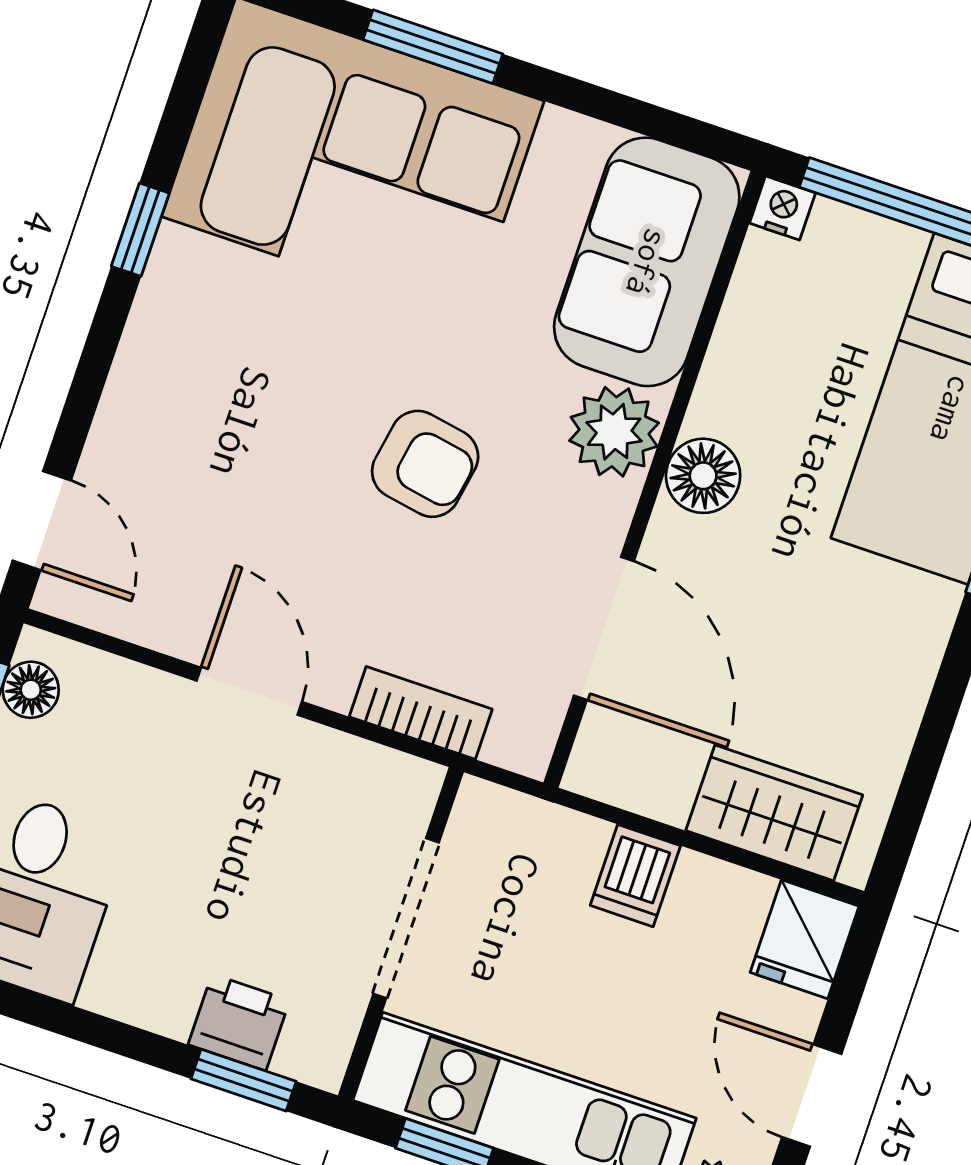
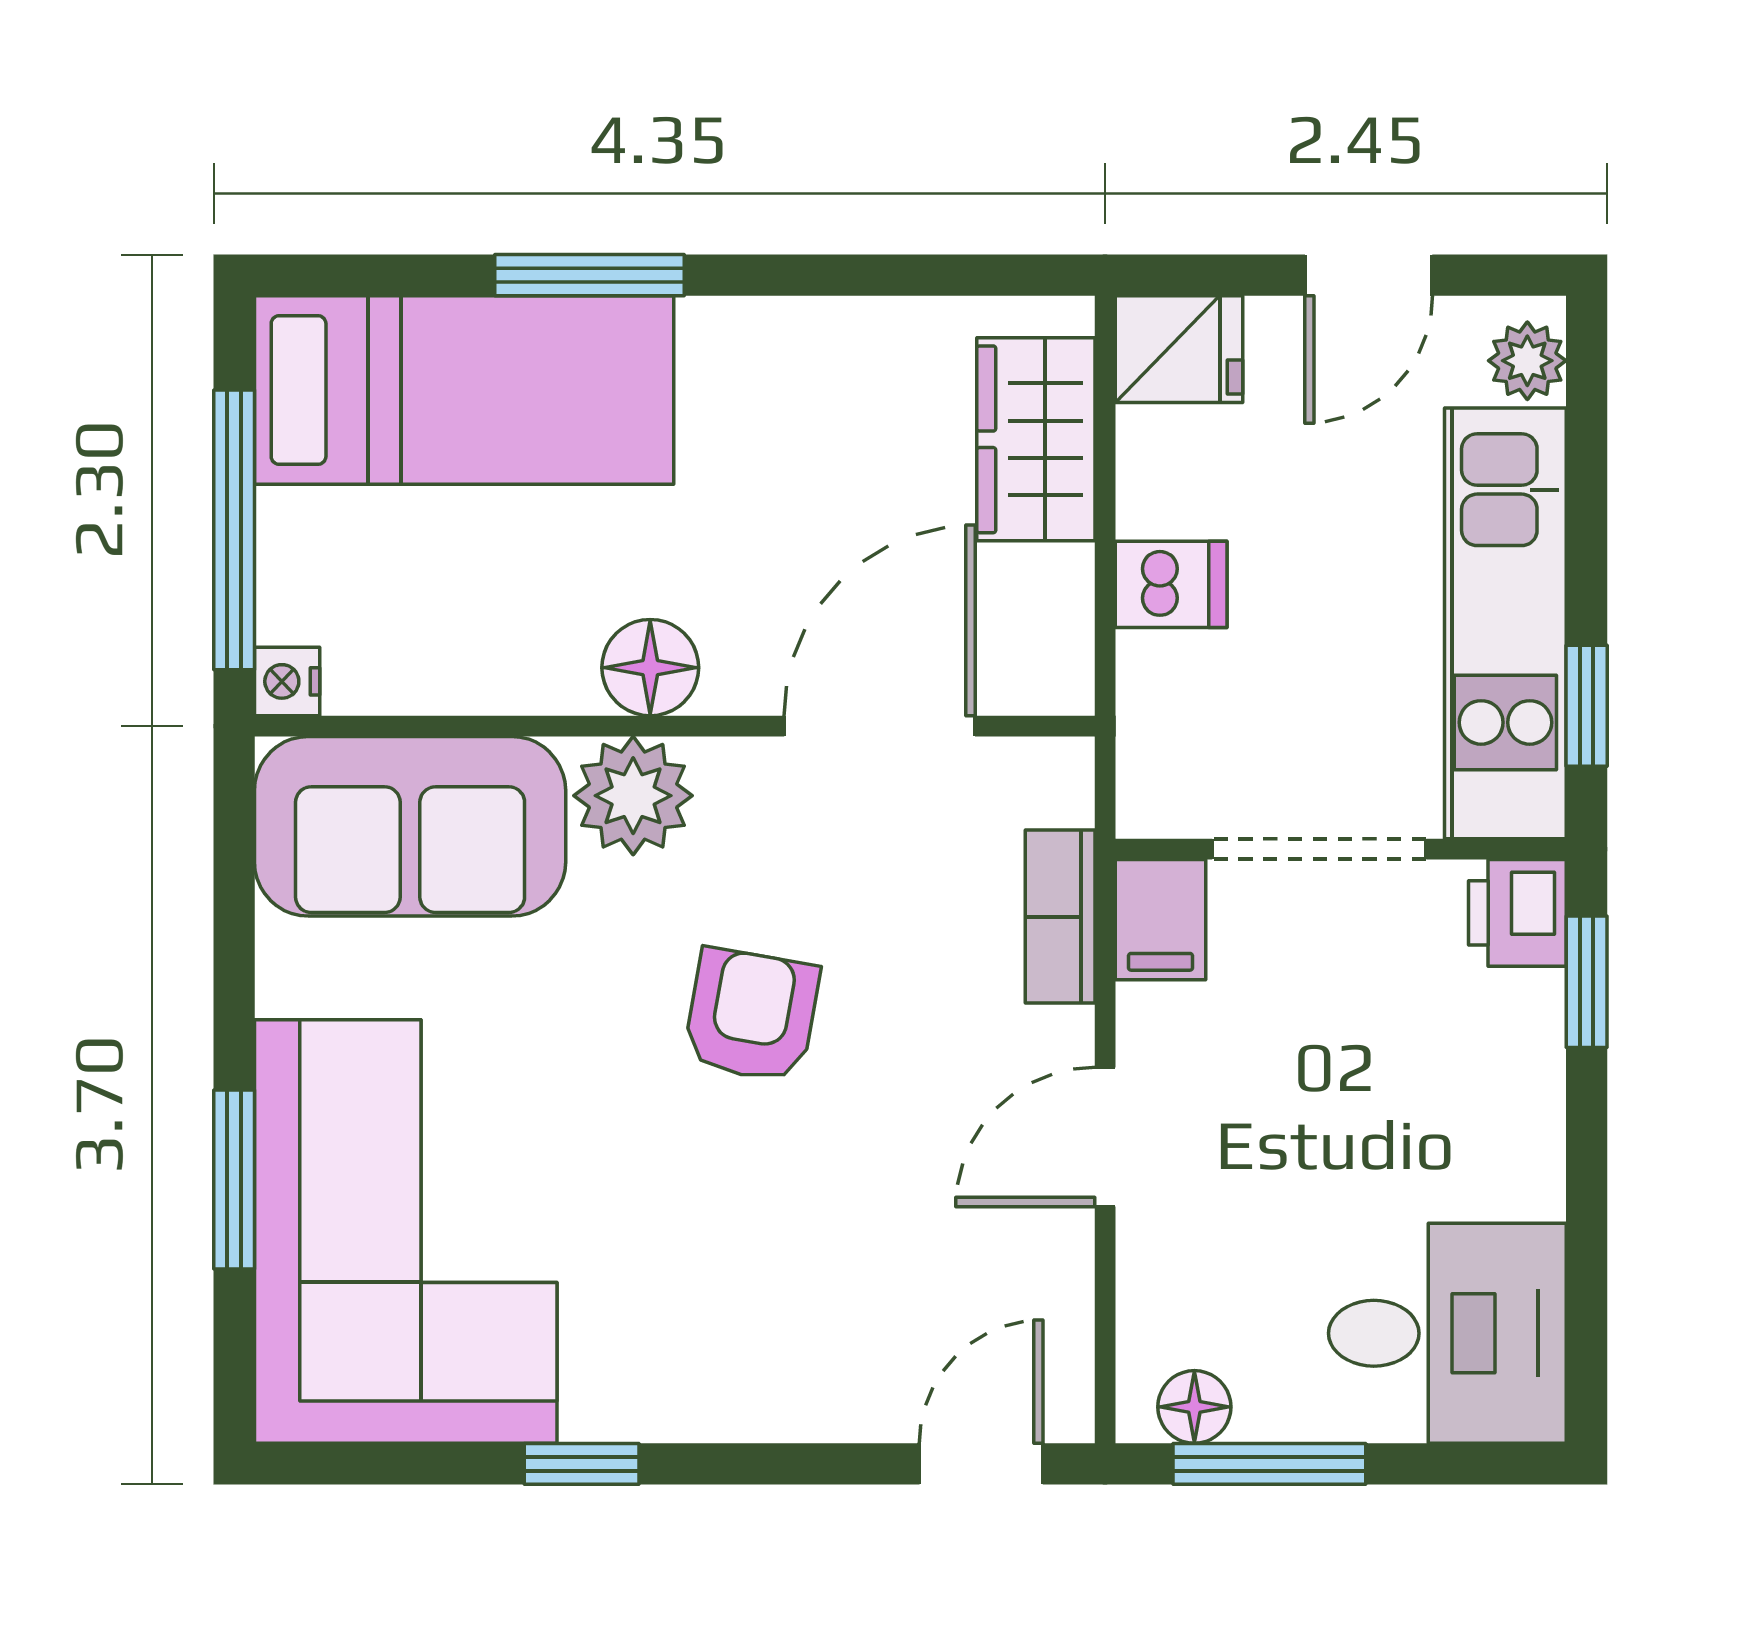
filing cabinet: (394, 785) -> (1161, 920), added
printer: (239, 1022) -> (1517, 913), moved

